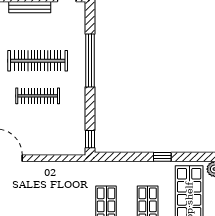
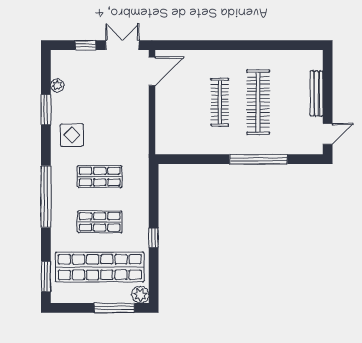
window: (90, 139) -> (173, 159), removed

